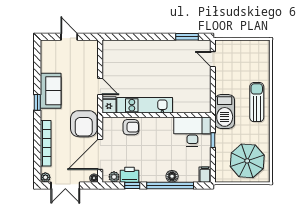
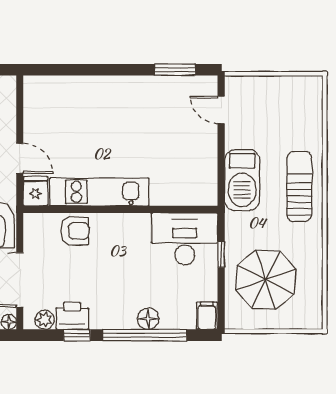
barbecue: (225, 112) -> (242, 180), moved
parasol: (247, 161) -> (266, 280), moved

